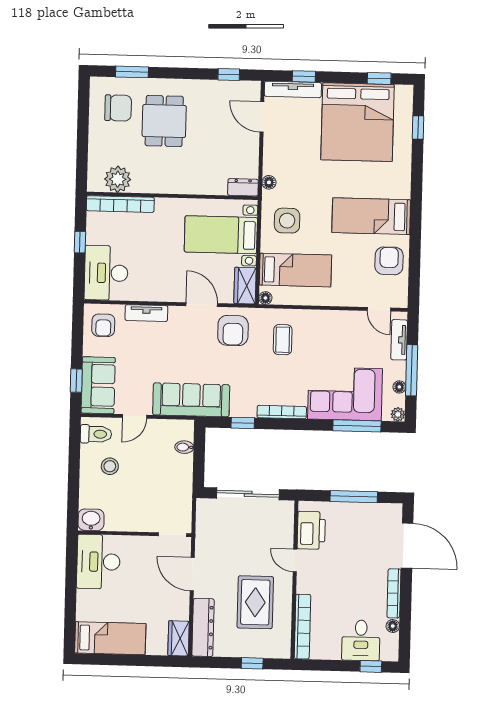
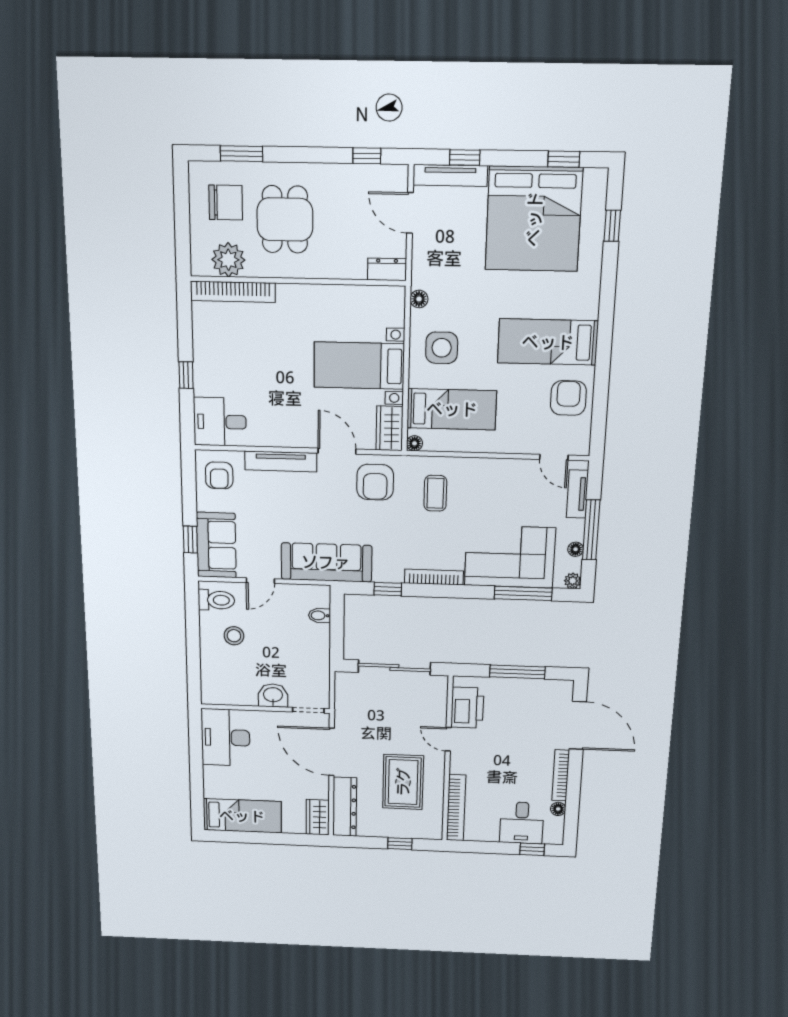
plant: (118, 179) -> (228, 260), moved
dresser: (243, 187) -> (387, 269), moved
wall: (172, 196) -> (298, 281), moved
bookcase: (120, 204) -> (233, 292), moved
desk: (106, 273) -> (220, 422), width x0.73
tv unit: (146, 313) -> (281, 461), width x1.41
washbasin: (91, 520) -> (273, 695), moved
door: (192, 574) -> (332, 752), width x1.36

